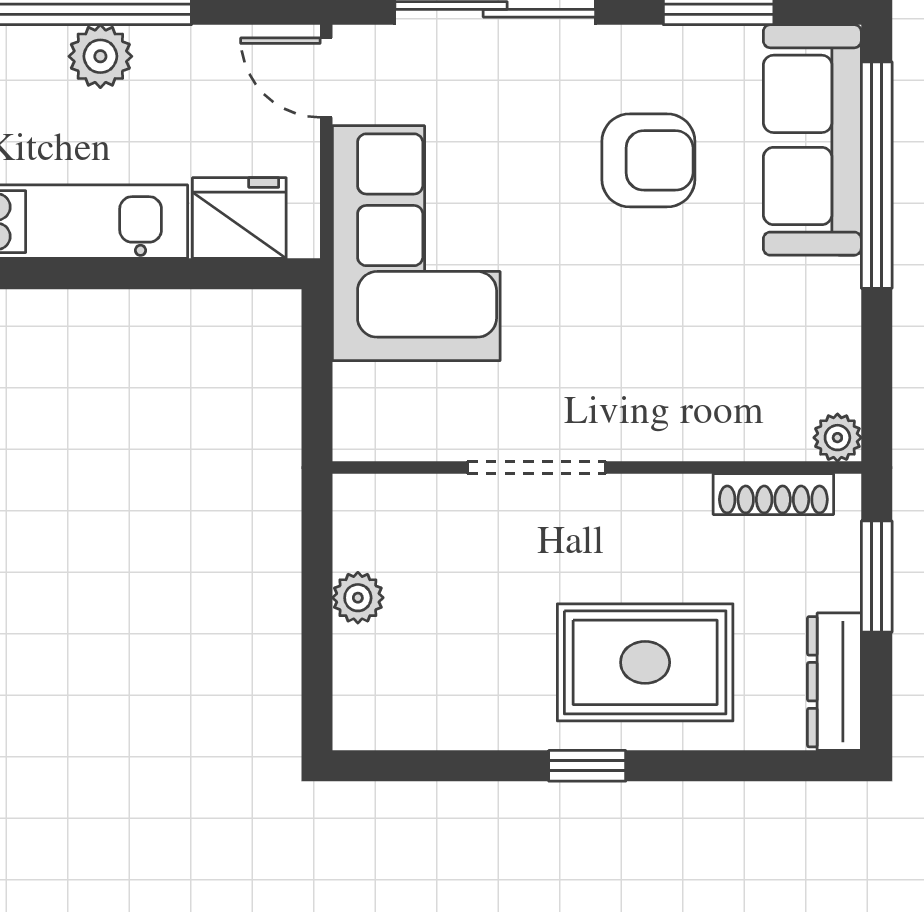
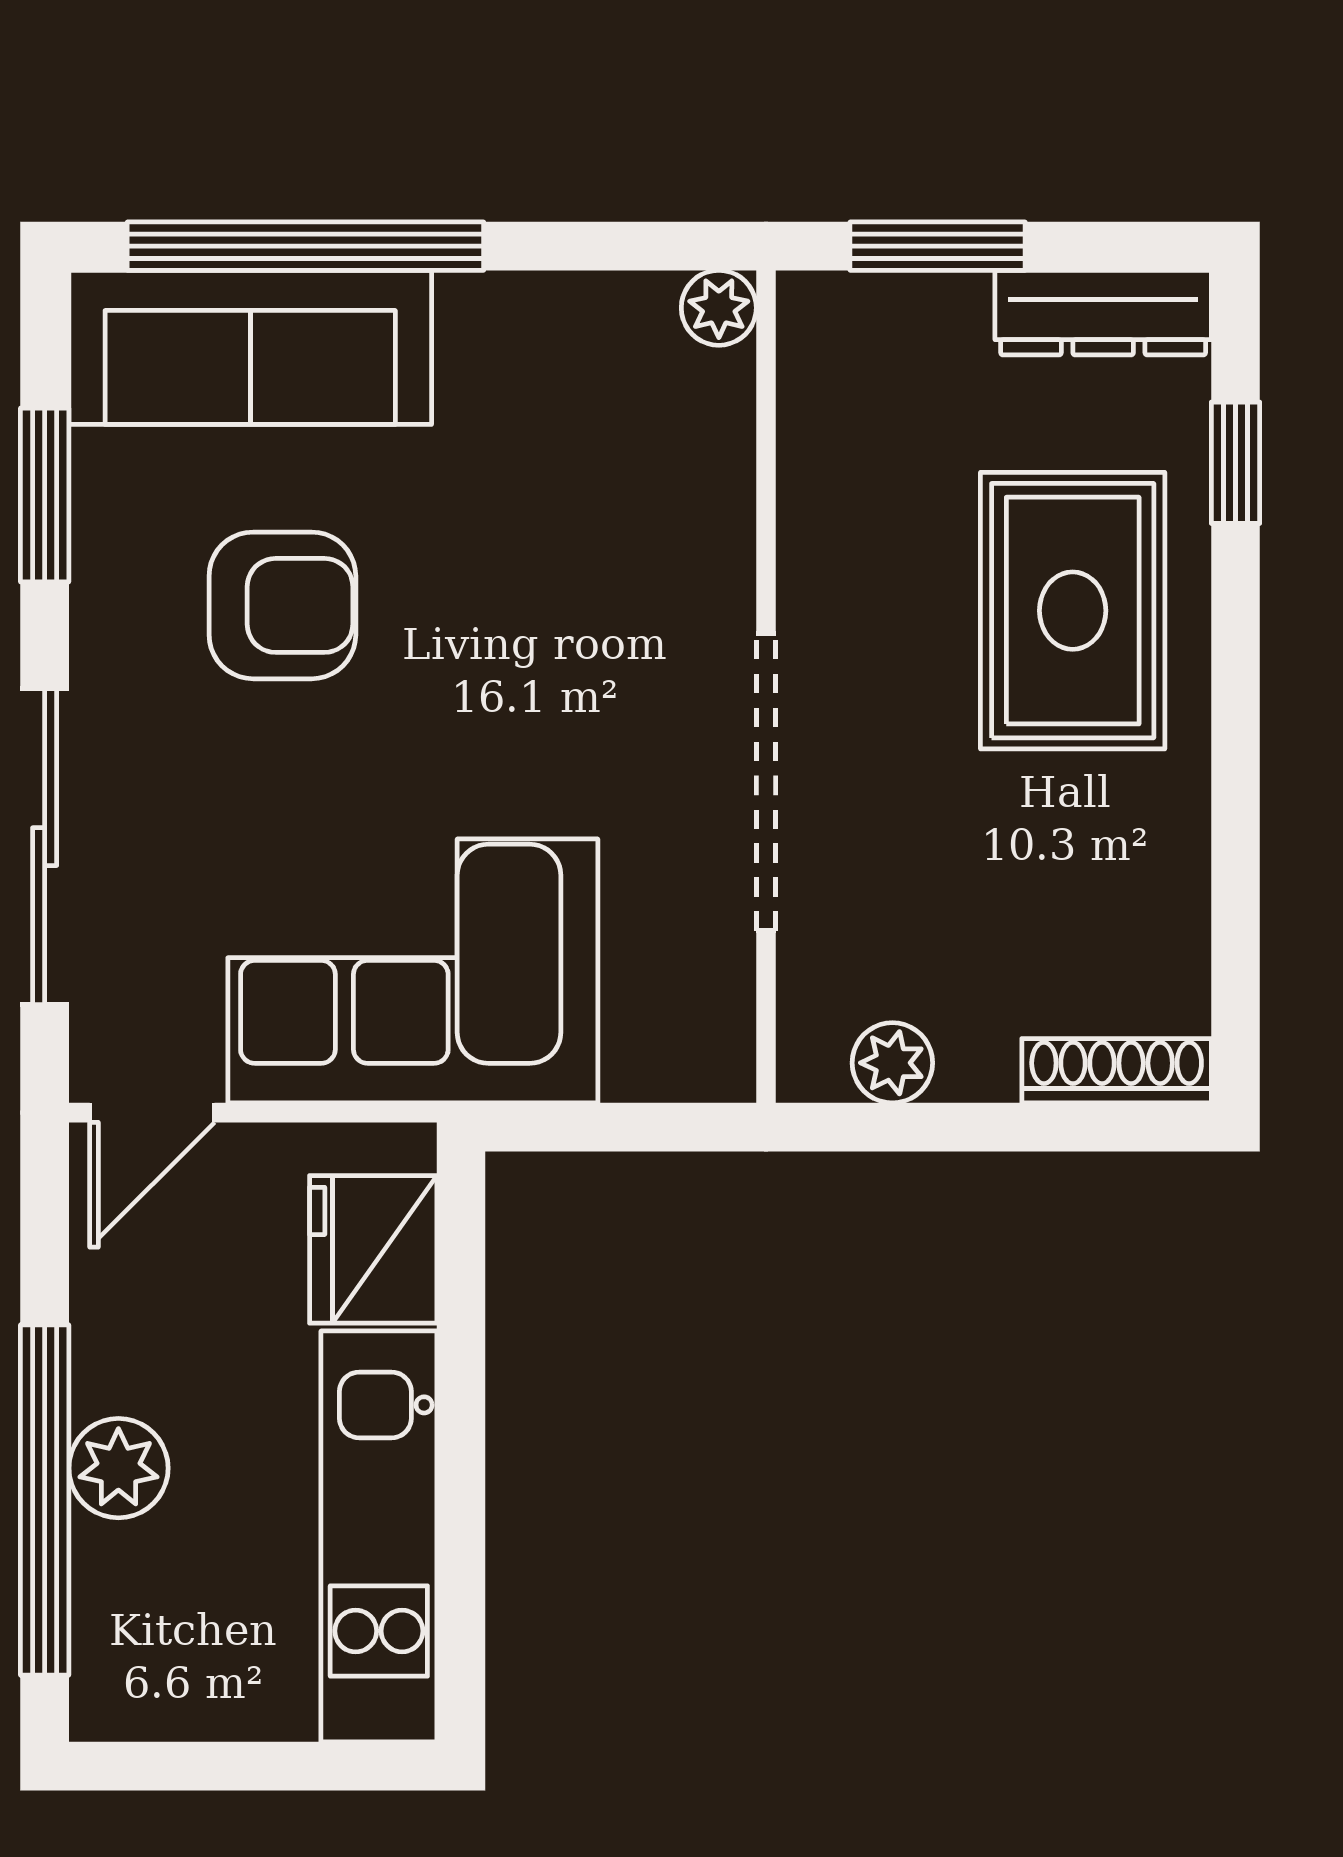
armchair: (648, 160) -> (282, 605), turned 90
doorway: (536, 468) -> (766, 782), width x1.36
shoe rack: (773, 494) -> (1117, 1071), moved, turned -90
plant: (358, 598) -> (892, 1063), moved
window: (587, 766) -> (1236, 463), moved

